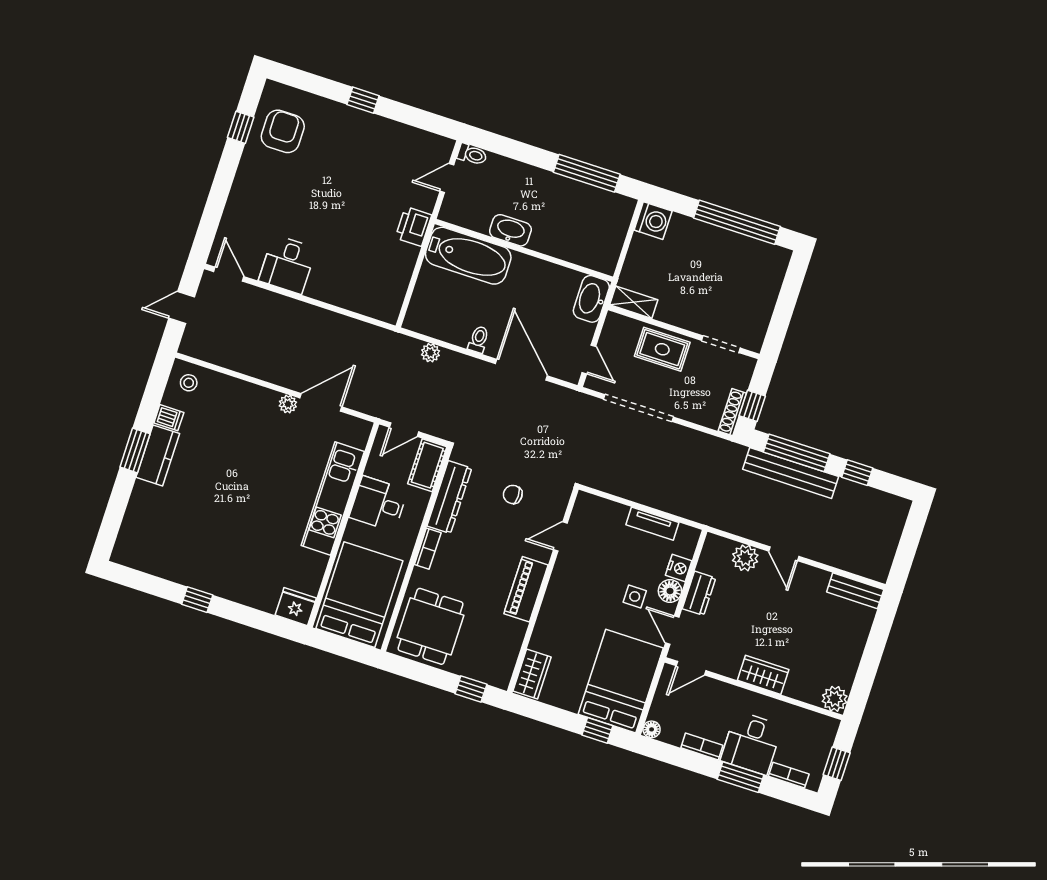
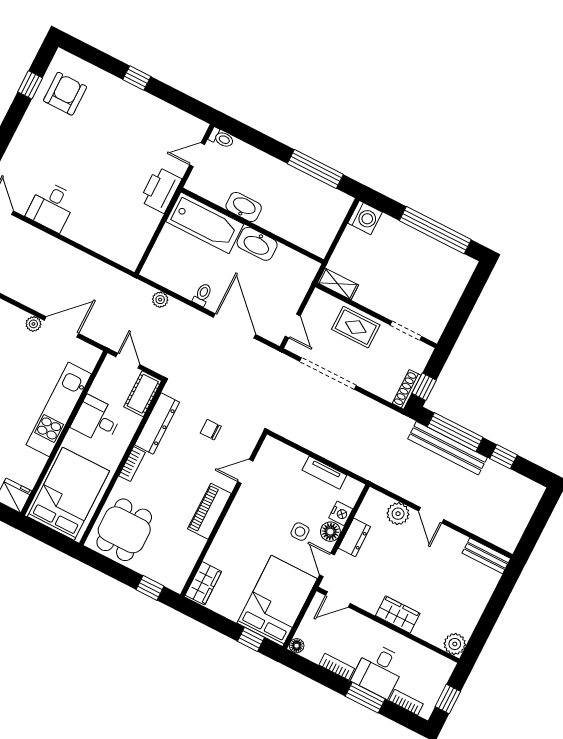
printer: (414, 226) -> (161, 190), width x1.37, depth x1.19
washbasin: (591, 299) -> (257, 244), moved, turned -90
door: (404, 430) -> (128, 361), swing flipped

